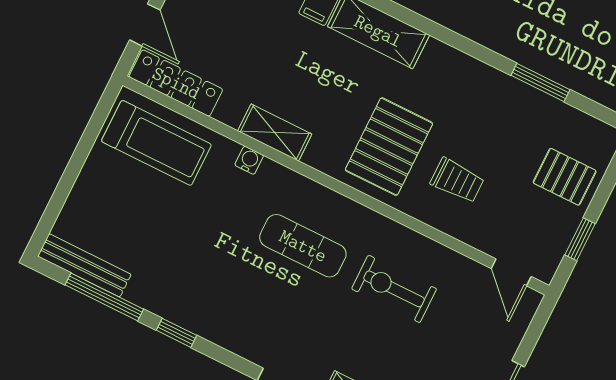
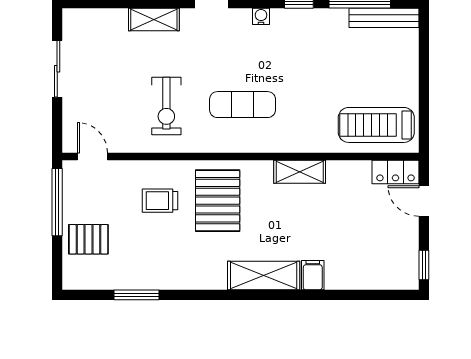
locker: (176, 83) -> (396, 172), width x0.66
water cooler: (249, 160) -> (261, 16), moved, turned 180
window: (580, 239) -> (57, 202), width x2.17
exercise bike: (394, 289) -> (166, 106), turned 90

